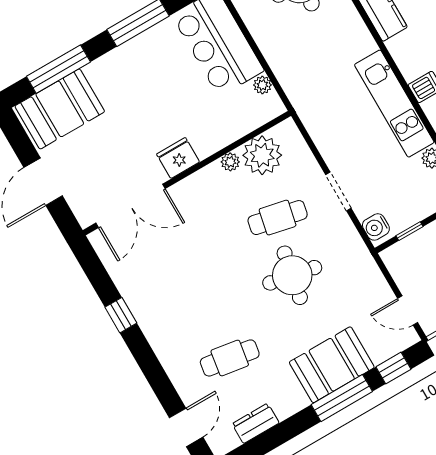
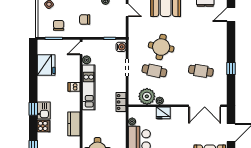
locker: (309, 112) -> (121, 102), added
fridge: (178, 158) -> (163, 113), moved
double door: (130, 206) -> (205, 106), swing flipped
cafe table: (230, 358) -> (201, 71), moved

